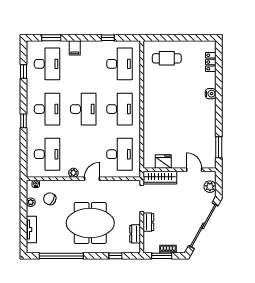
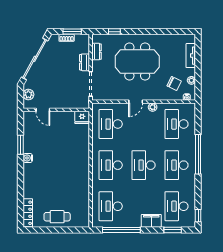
window: (108, 38) -> (121, 230), width x3.17
filing cabinet: (75, 48) -> (151, 221), width x2.00
cafe table: (167, 58) -> (57, 217), moved
locker: (211, 62) -> (28, 213), width x1.53
window: (23, 71) -> (198, 216), moved
water cooler: (211, 94) -> (28, 158), moved
window: (23, 121) -> (198, 154), width x3.17
window: (219, 147) -> (20, 145), moved
fridge: (163, 162) -> (82, 117), moved
wardrobe: (160, 178) -> (74, 103), removed
window: (61, 256) -> (164, 32), removed

